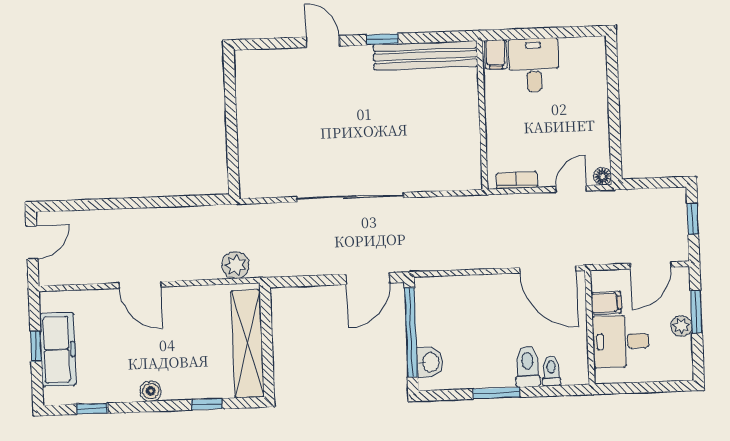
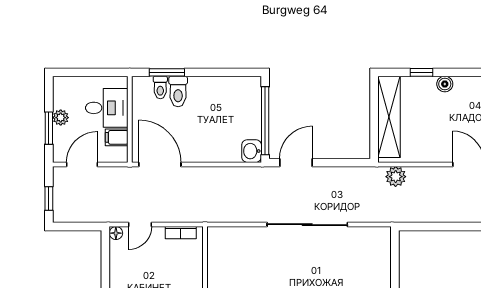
washbasin: (430, 362) -> (252, 151), moved
boiler: (151, 391) -> (445, 84), moved
window: (496, 393) -> (167, 72), moved

